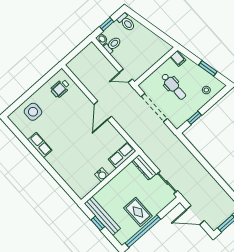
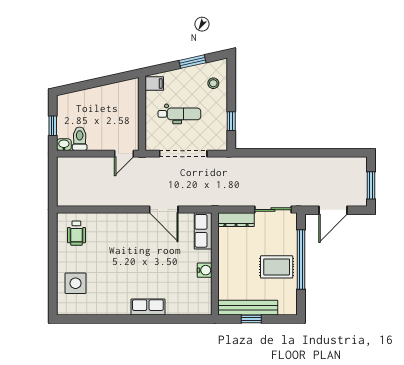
toilet: (126, 22) -> (69, 104), removed
door: (103, 110) -> (164, 210), moved
row of seats: (40, 145) -> (148, 307), moved
window: (143, 231) -> (301, 260), moved

